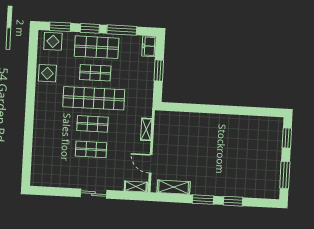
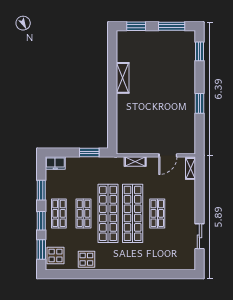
window: (122, 30) -> (41, 190), width x0.69
shop shelf: (97, 47) -> (59, 213), width x0.70, depth x0.74
window: (159, 70) -> (89, 153), moved
shop shelf: (92, 124) -> (133, 213), width x2.00, depth x1.36
shelving: (174, 187) -> (123, 78), moved
sliding door: (93, 194) -> (199, 236), moved
window: (233, 201) -> (199, 51), moved

